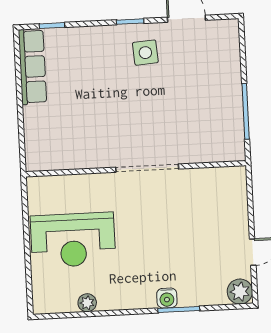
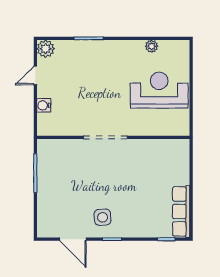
water cooler: (167, 298) -> (44, 105), moved, turned -90

